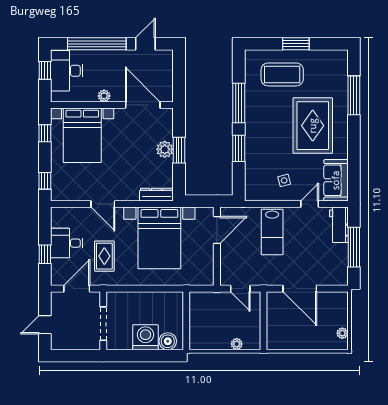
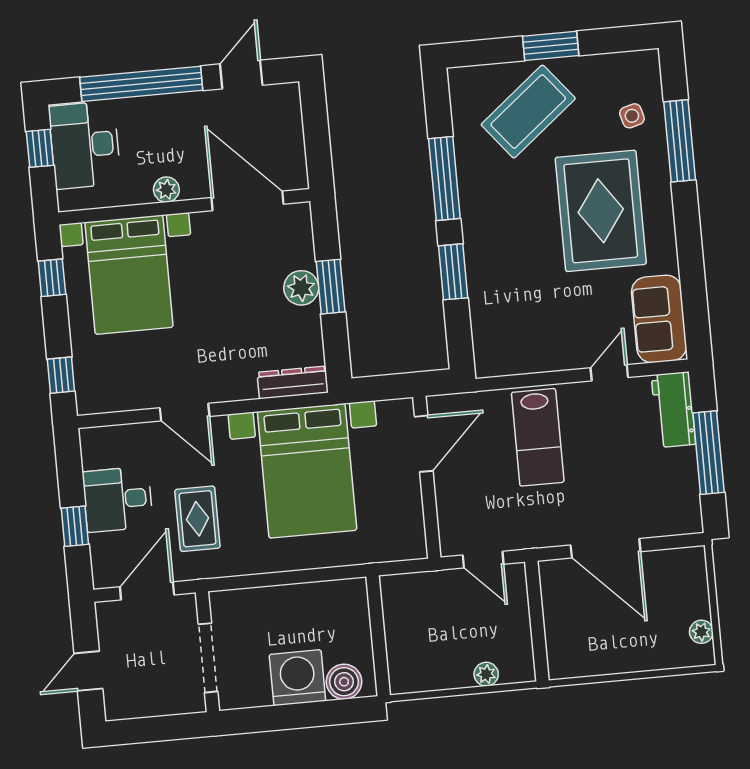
coffee table: (282, 74) -> (528, 112), turned -39
side table: (284, 180) -> (632, 116), moved

